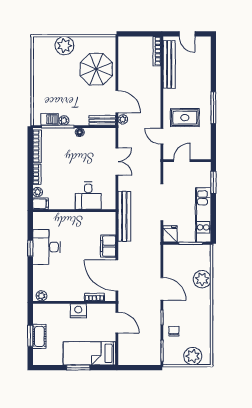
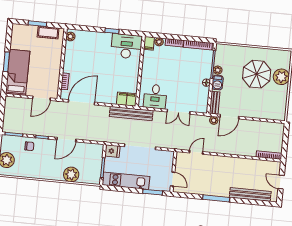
door: (187, 34) -> (281, 182), hinge flipped
bench: (169, 64) -> (250, 194), moved
parasol: (96, 69) -> (257, 74), moved
rug: (185, 118) -> (210, 173), removed
barbecue: (49, 119) -> (217, 83), moved
door: (182, 161) -> (173, 179), moved
desk: (88, 196) -> (155, 96), moved, turned -90
filing cabinet: (108, 246) -> (127, 99), moved
desk: (47, 247) -> (126, 46), moved
nightstand: (78, 311) -> (55, 67), removed
cot: (39, 336) -> (48, 32), moved

